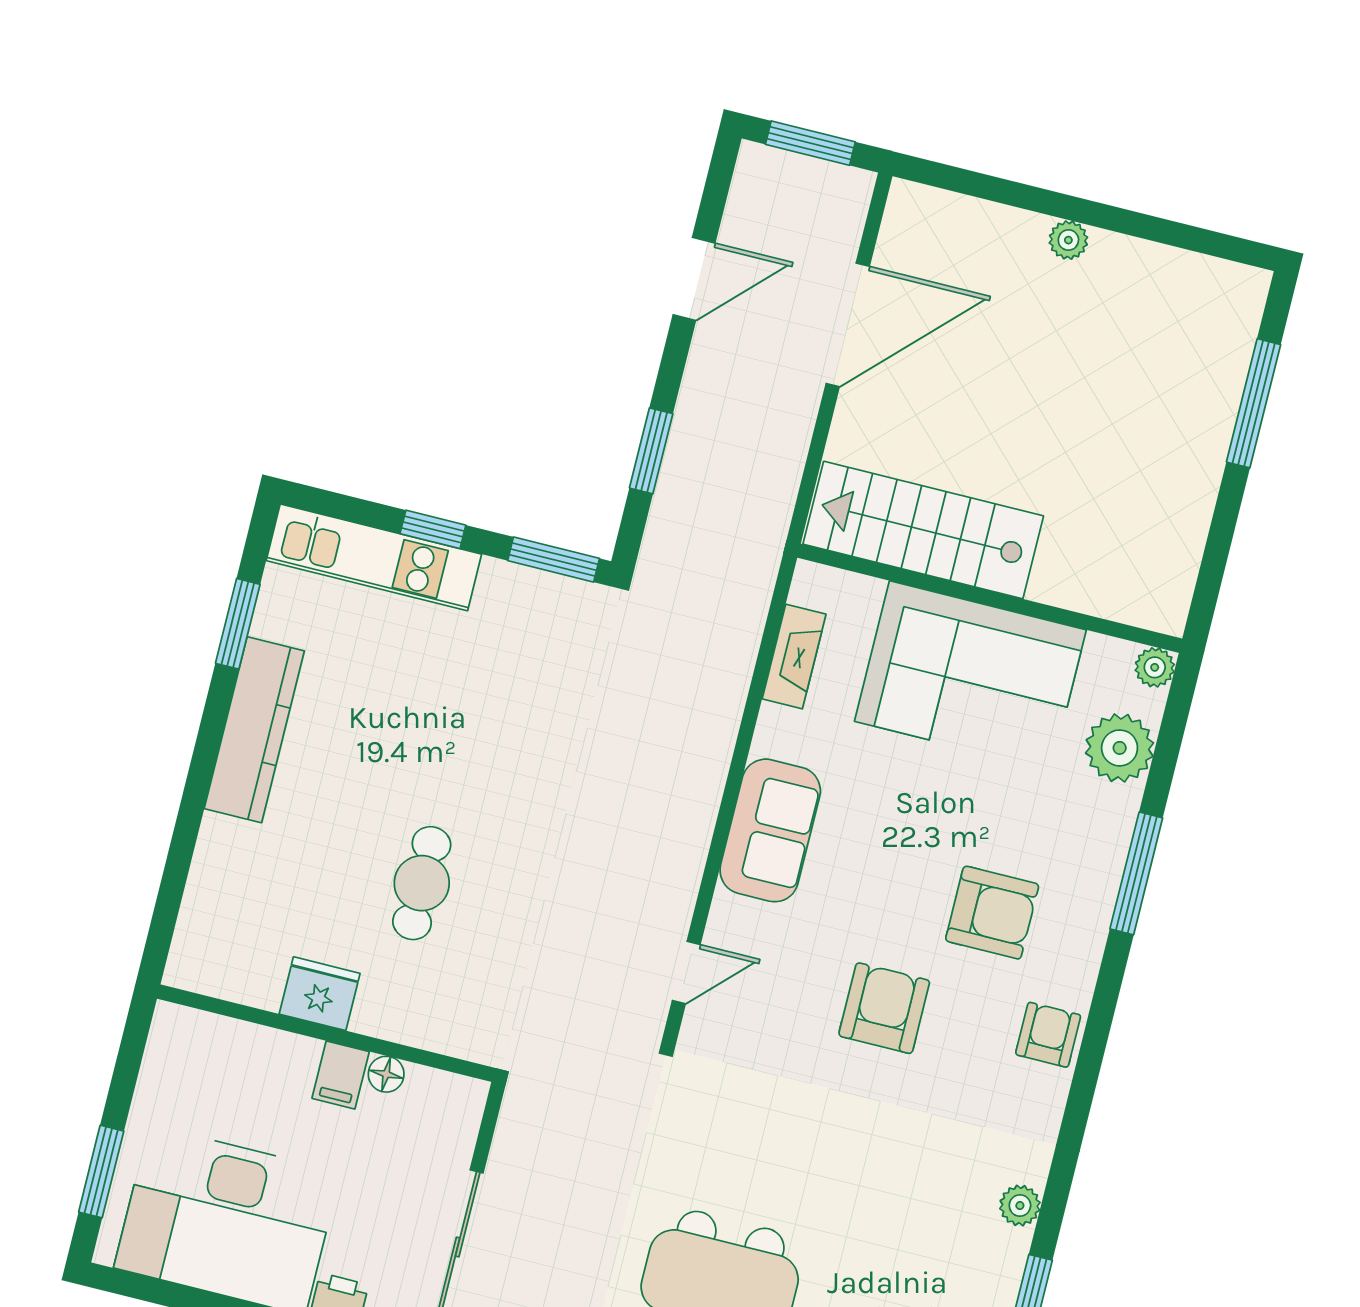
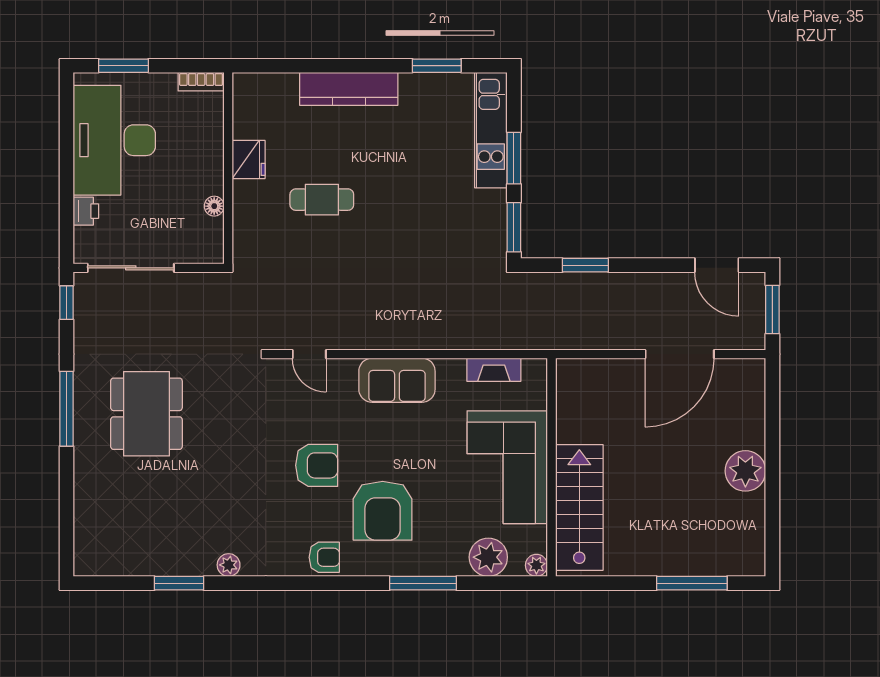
plant: (1068, 240) -> (745, 471), width x1.88, depth x1.88
door: (694, 279) -> (717, 265), moved
door: (848, 325) -> (680, 354), hinge flipped
window: (433, 529) -> (514, 158), width x1.50
stairs: (923, 530) -> (579, 507), moved
kitchen counter: (254, 730) -> (349, 89), moved
armchair: (992, 913) -> (383, 511), width x1.36, depth x1.36
bookcase: (163, 1043) -> (201, 82), added
filing cabinet: (341, 1075) -> (208, 182), removed

